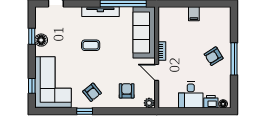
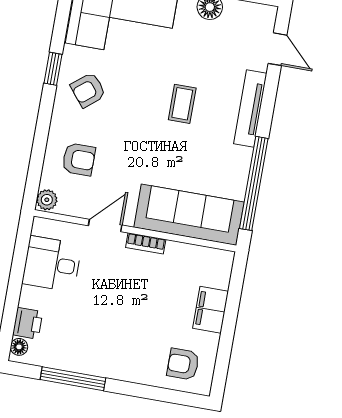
tv unit: (100, 12) -> (250, 108), moved
filing cabinet: (194, 14) -> (211, 310), width x2.00
armchair: (214, 56) -> (183, 364), moved, turned -58
window: (234, 59) -> (73, 379), moved
desk: (191, 95) -> (52, 264), moved

